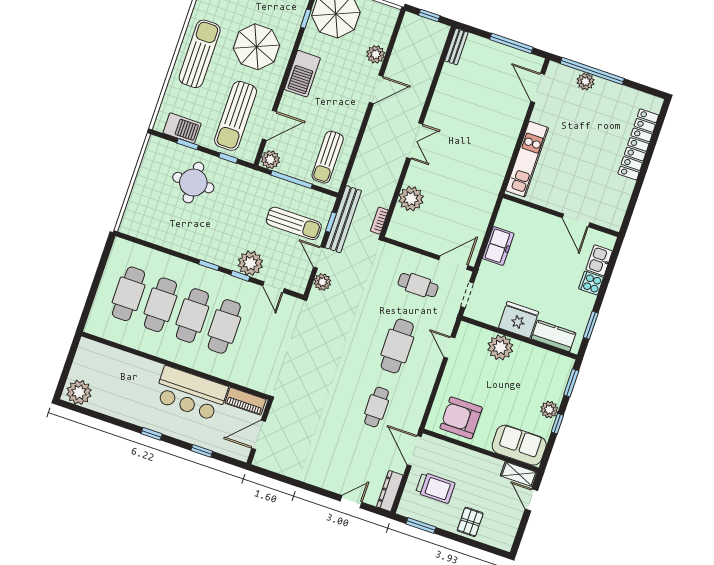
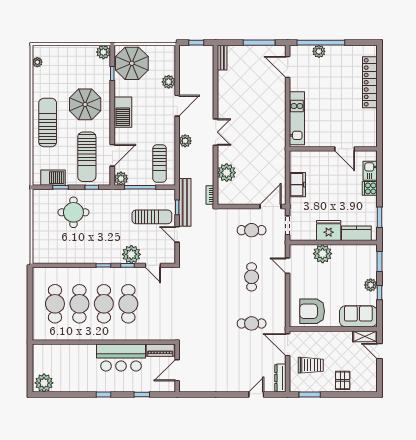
plant: (322, 282) -> (185, 141), moved
cafe table: (397, 346) -> (252, 277), width x0.73, depth x0.74
cafe table: (377, 407) -> (252, 323), turned 90

